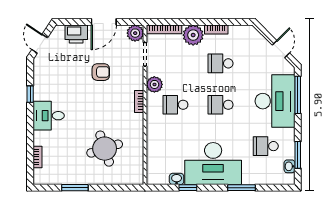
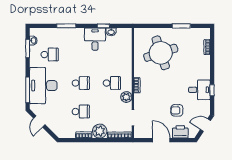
door: (104, 22) -> (161, 140), hinge flipped
plant: (135, 33) -> (140, 132), removed
door: (40, 44) -> (205, 125), swing flipped
armchair: (101, 72) -> (177, 110), moved
desk: (49, 116) -> (199, 90), moved
round table: (105, 149) -> (161, 53), width x1.36, depth x1.36
desk: (213, 164) -> (95, 39), width x0.53, depth x0.77

